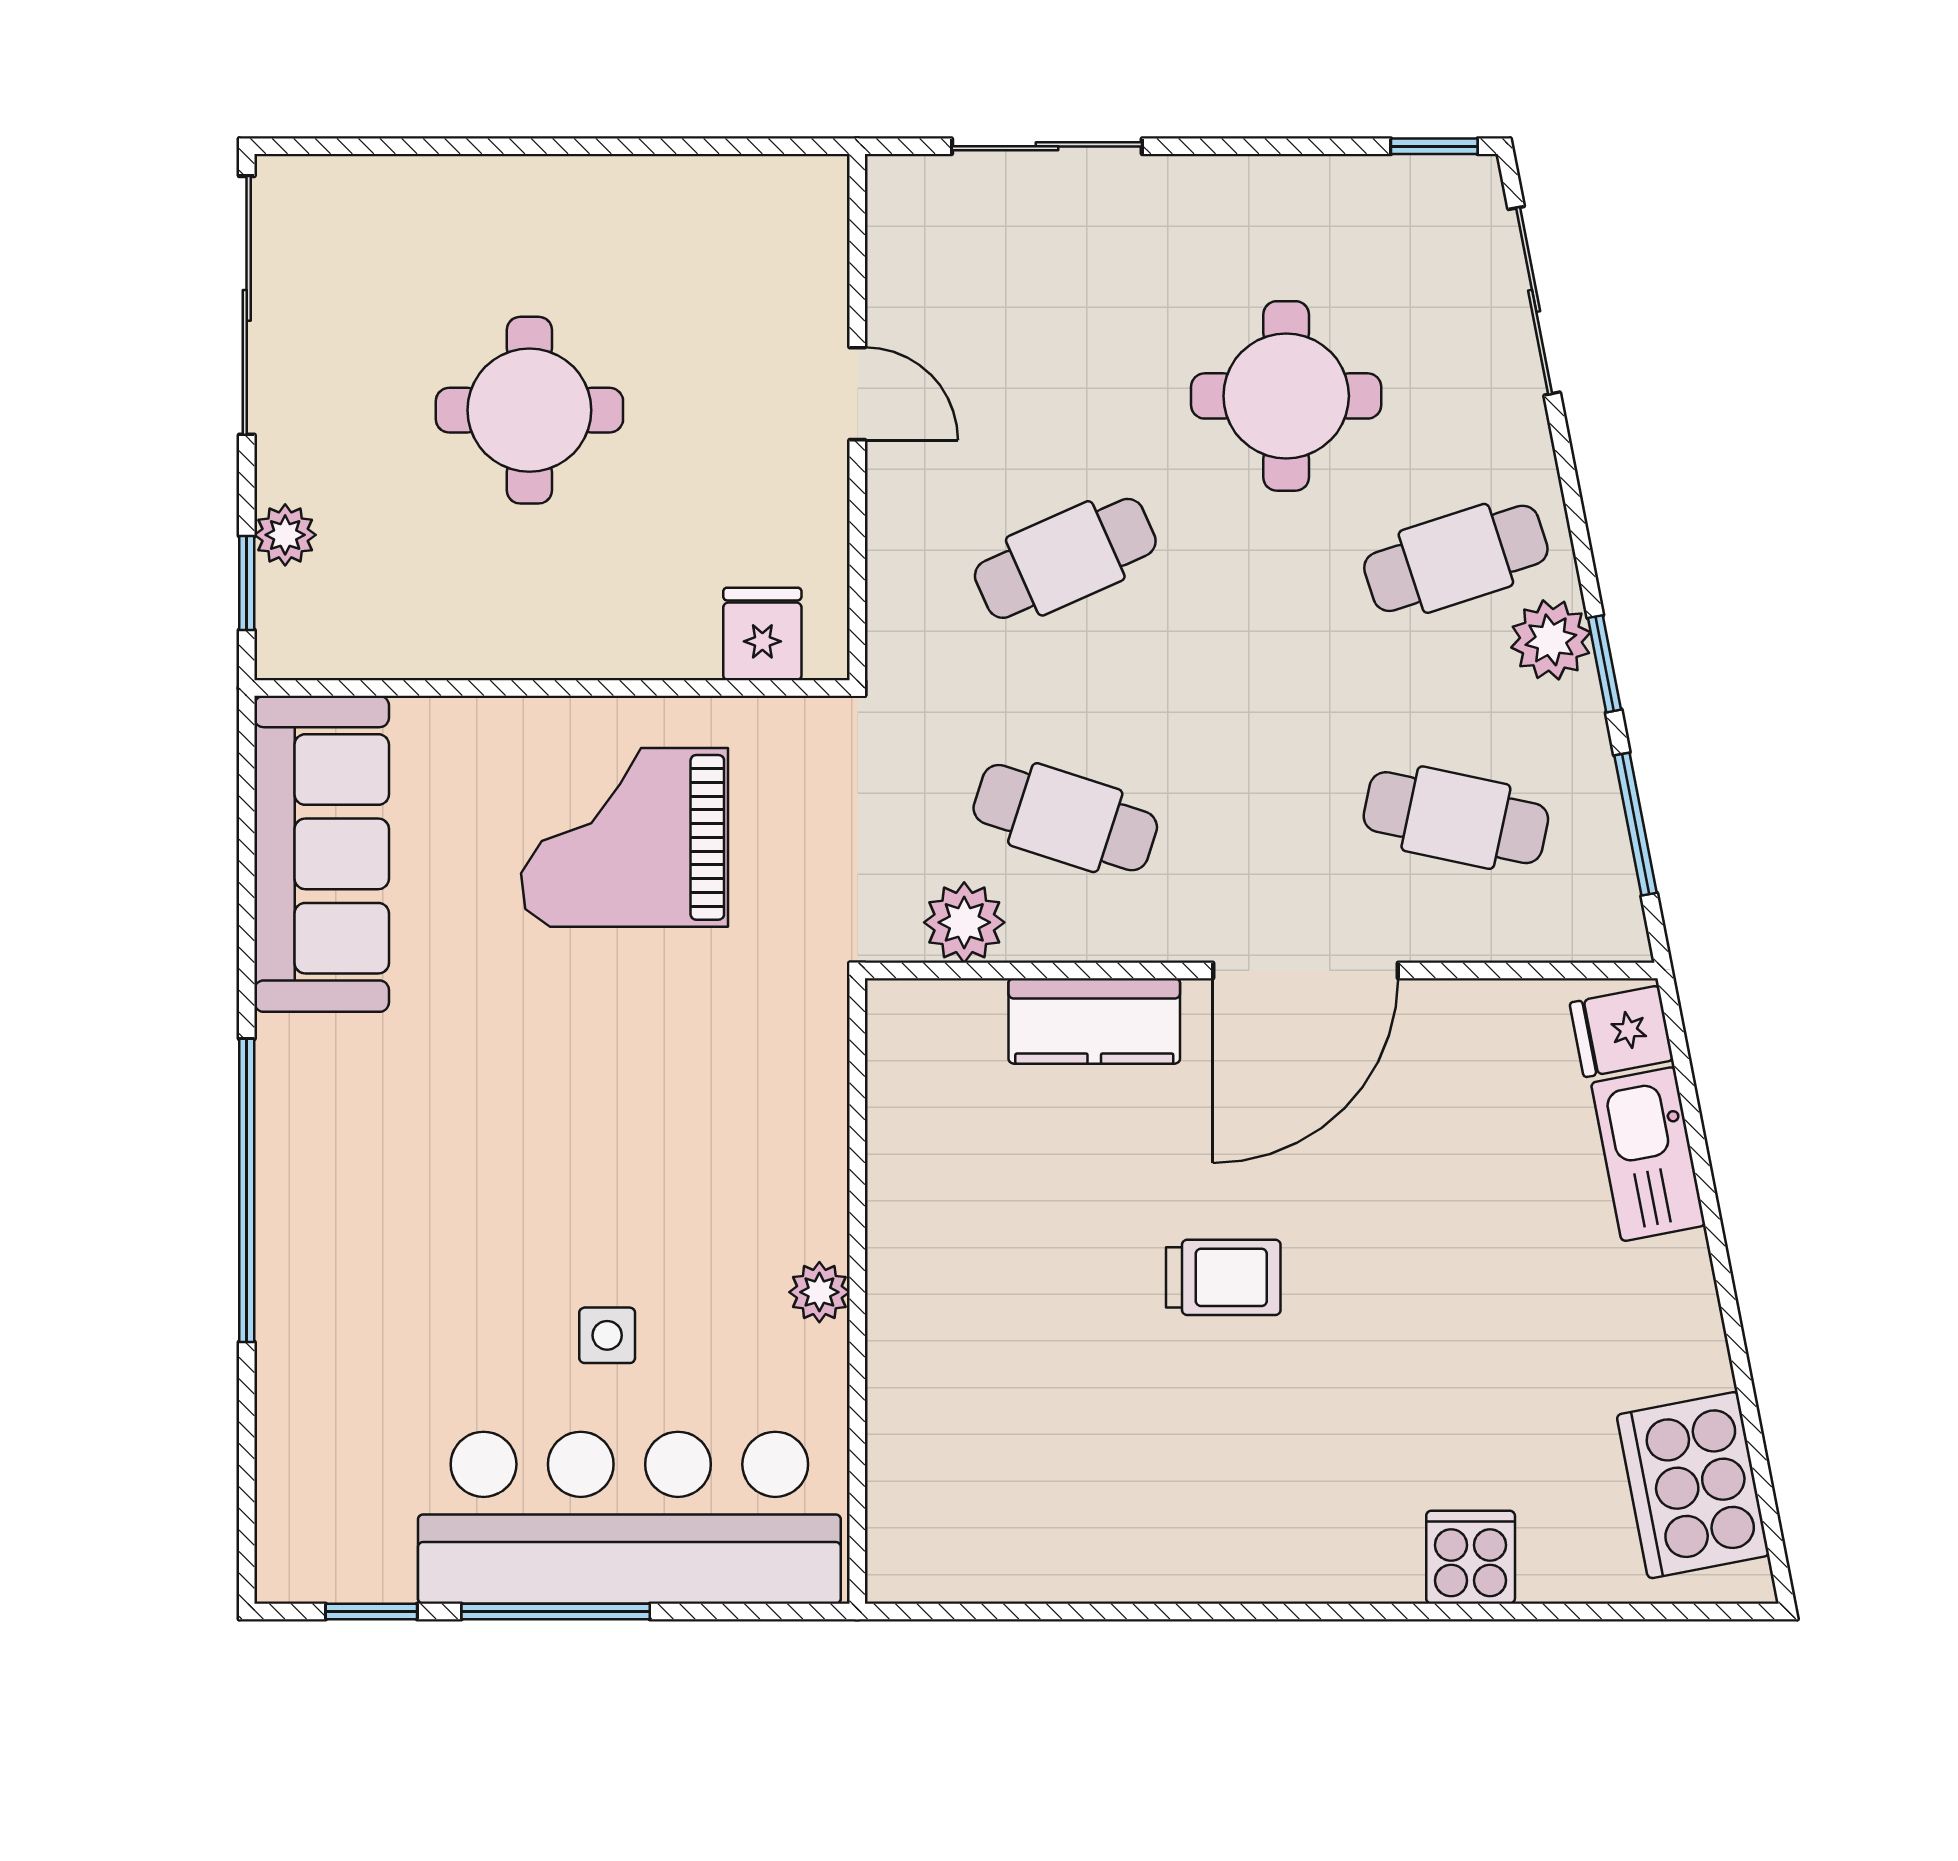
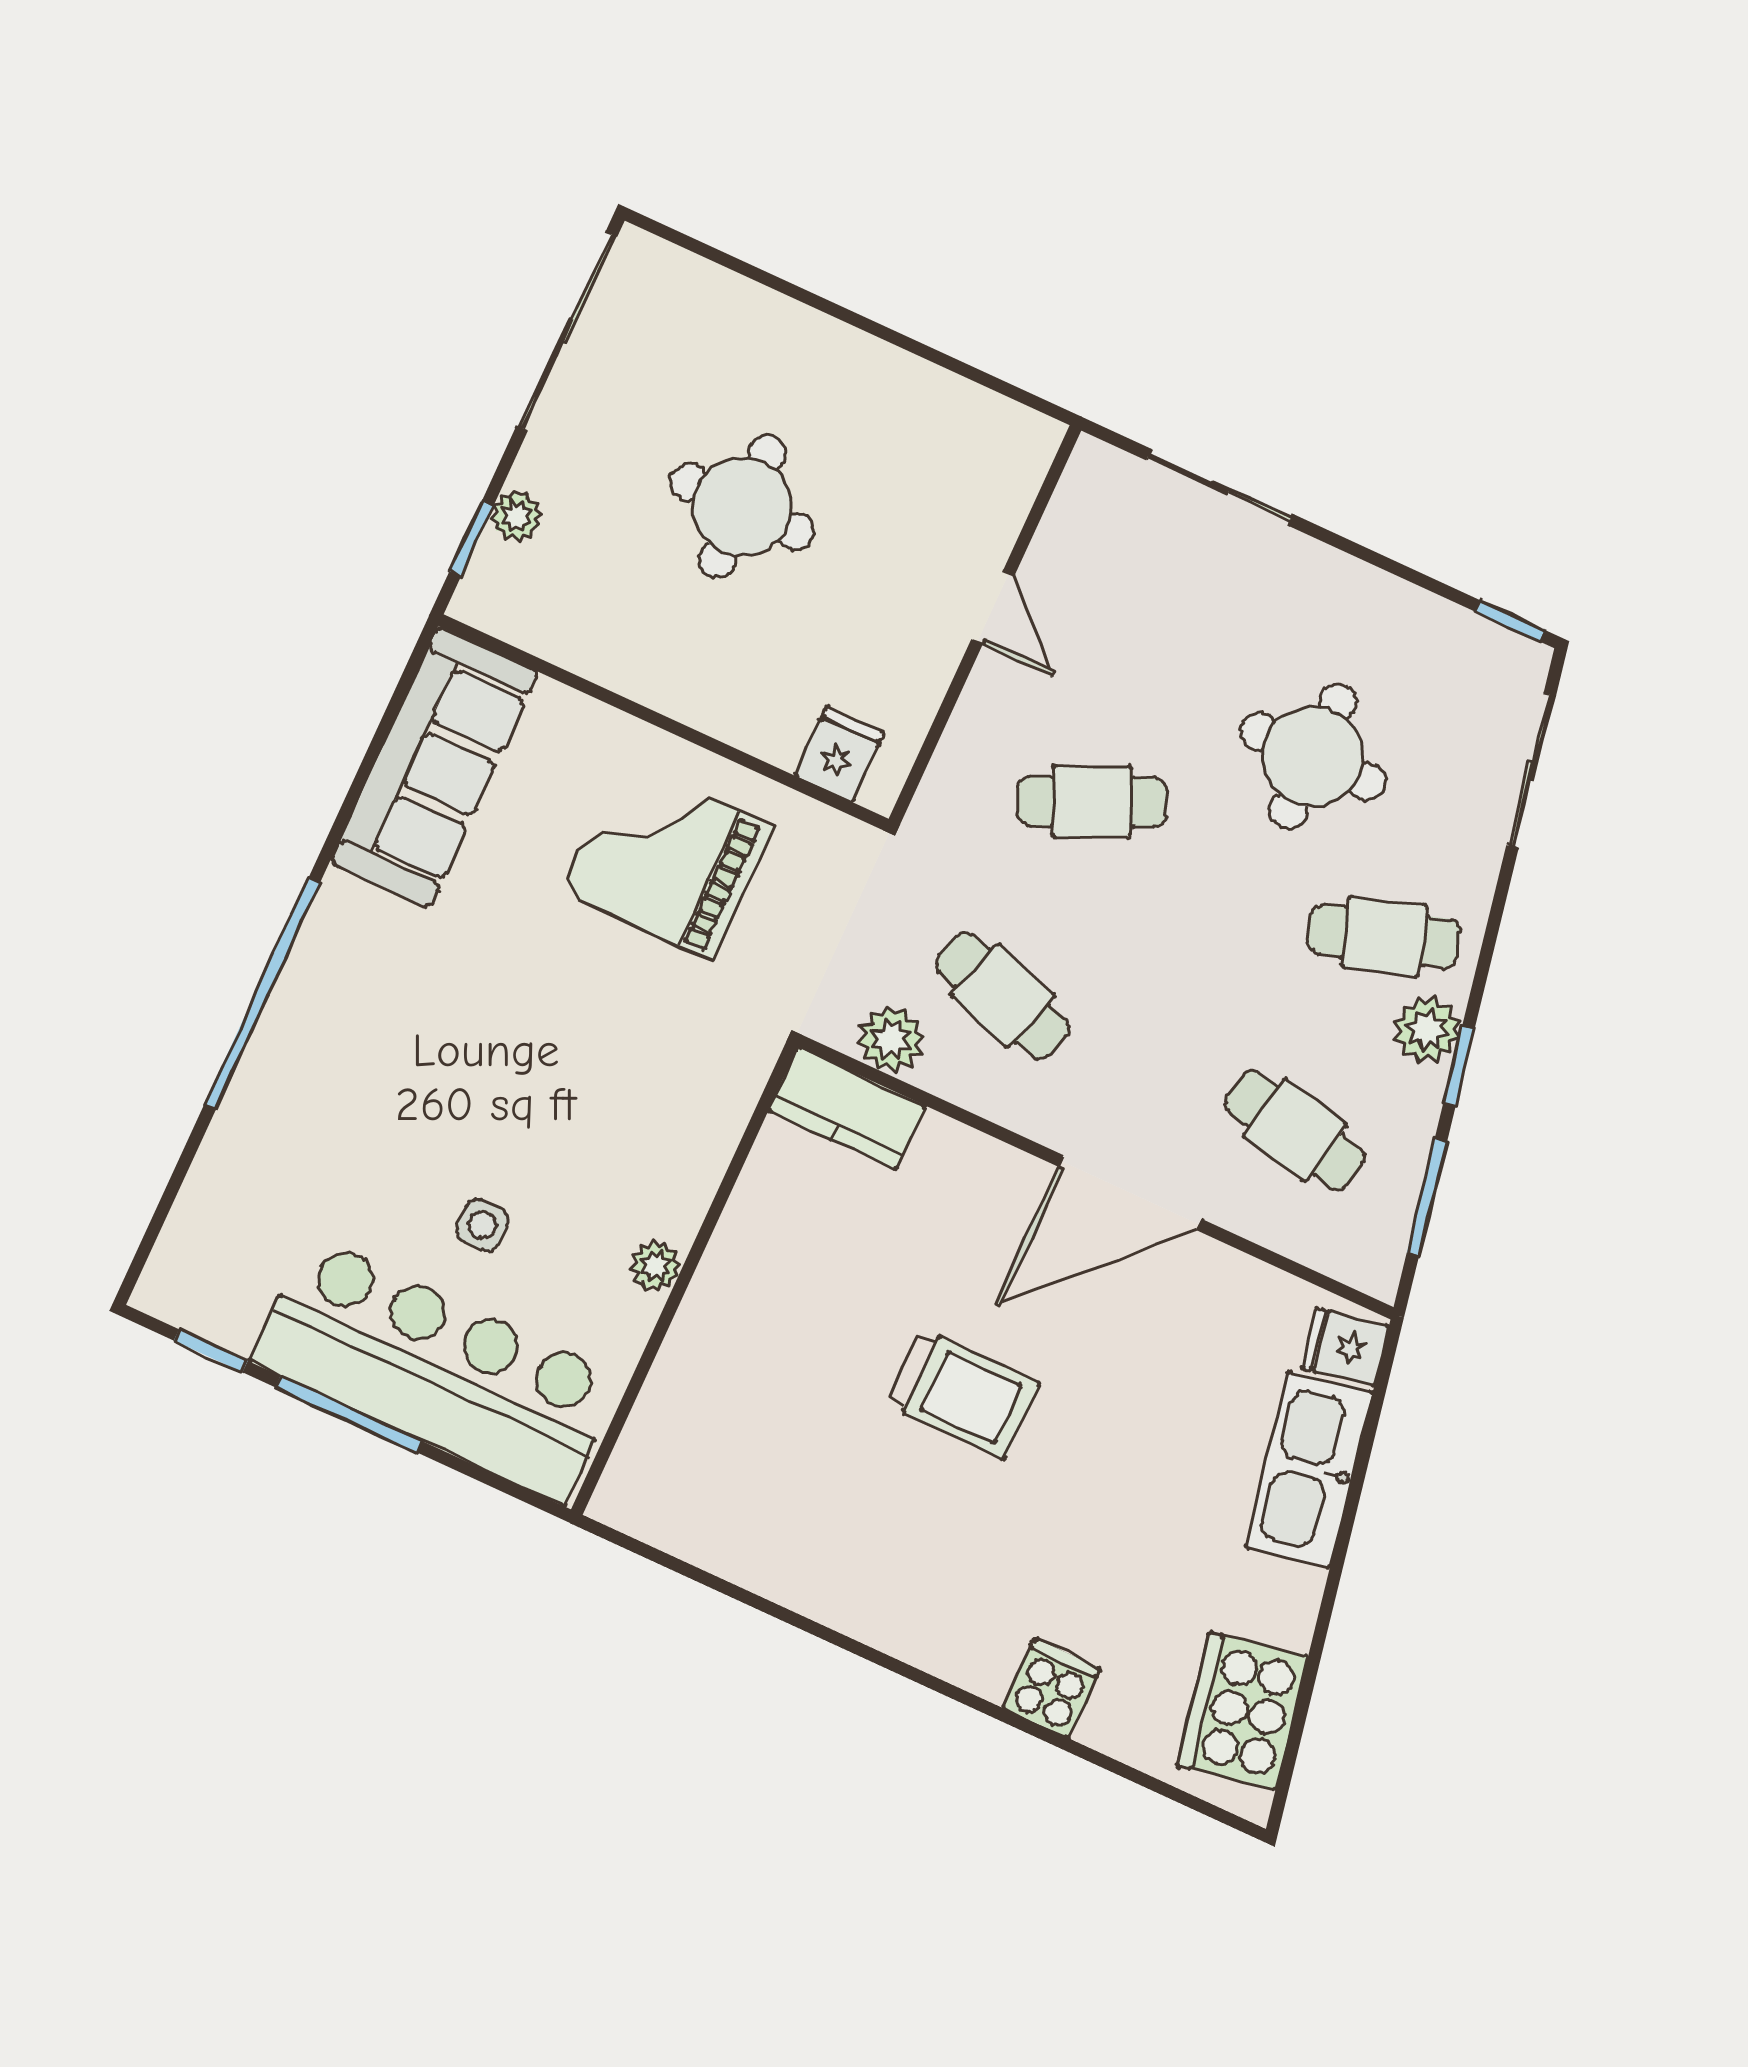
kitchen counter: (1094, 1021) -> (847, 1108), moved
kitchen sink: (1648, 1154) -> (1309, 1469), width x1.36, depth x1.24
trolley: (1223, 1277) -> (963, 1394), width x1.36, depth x1.39

